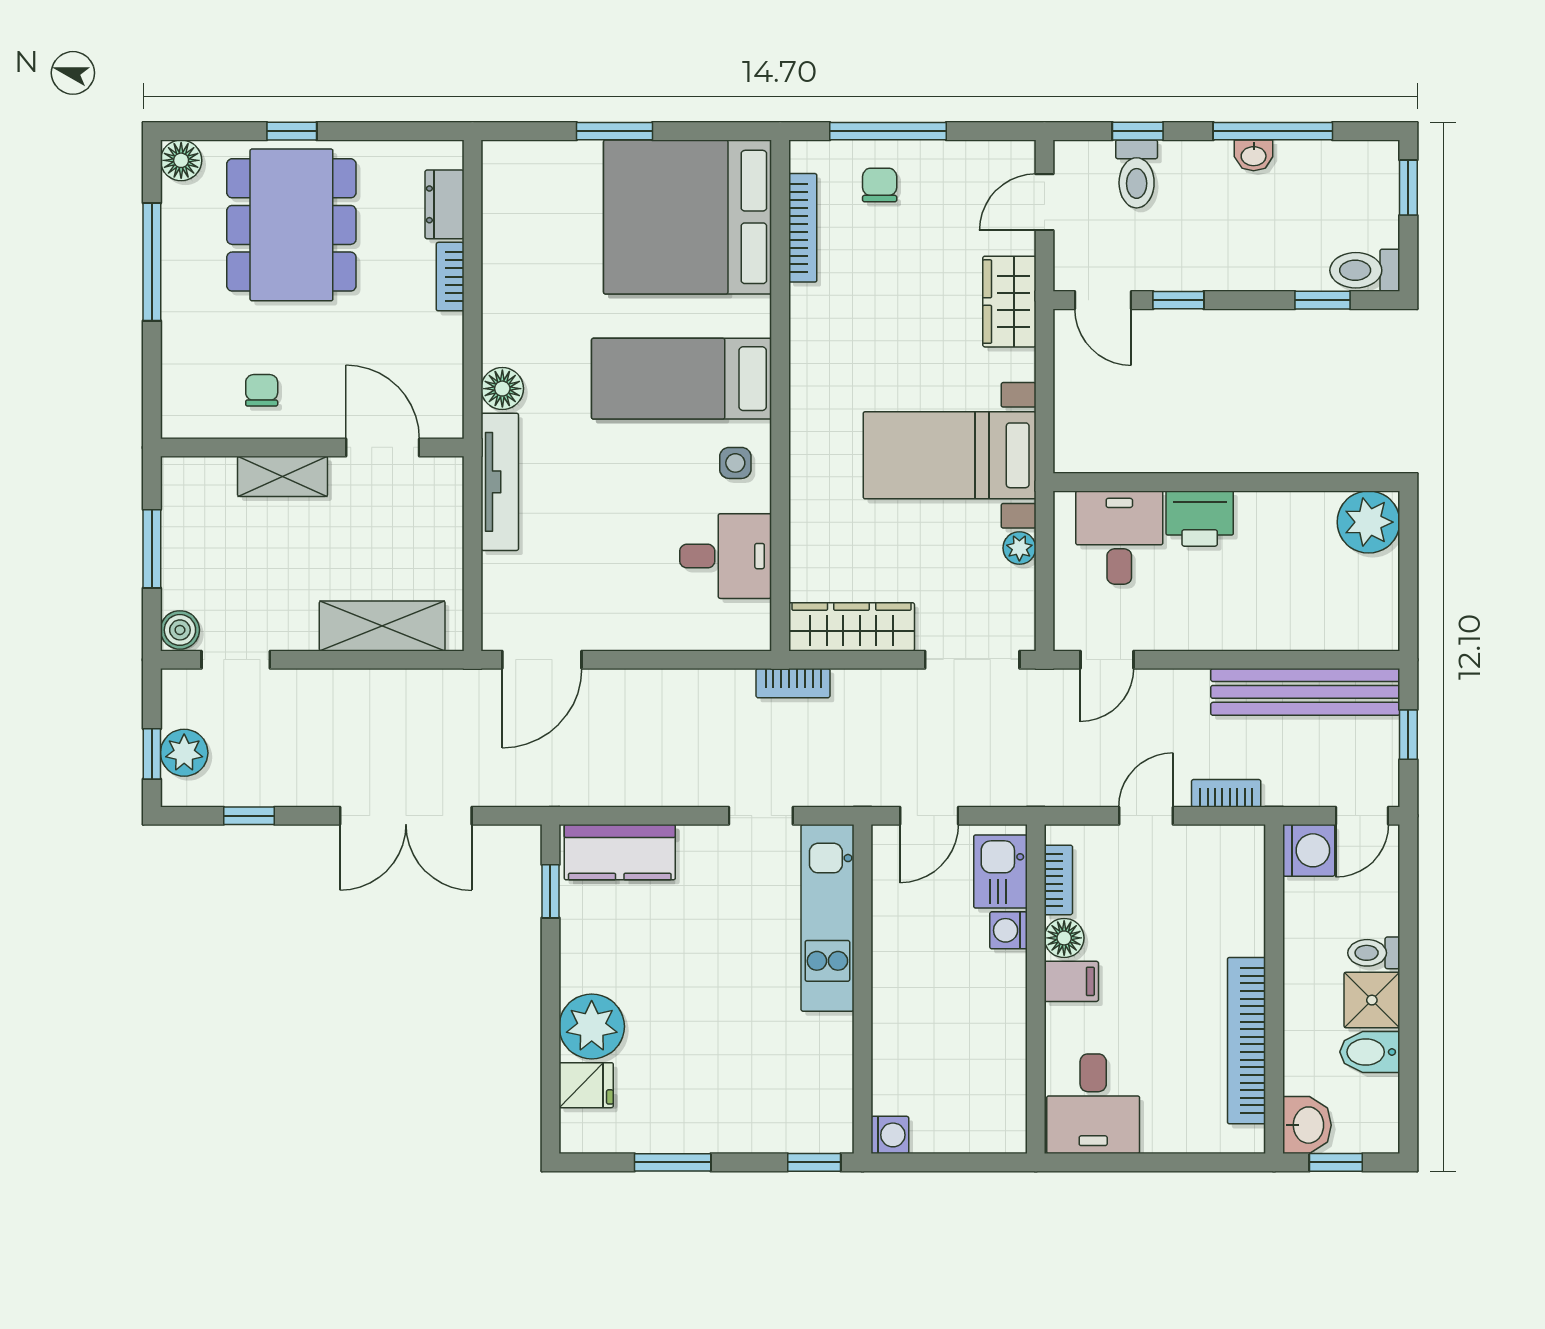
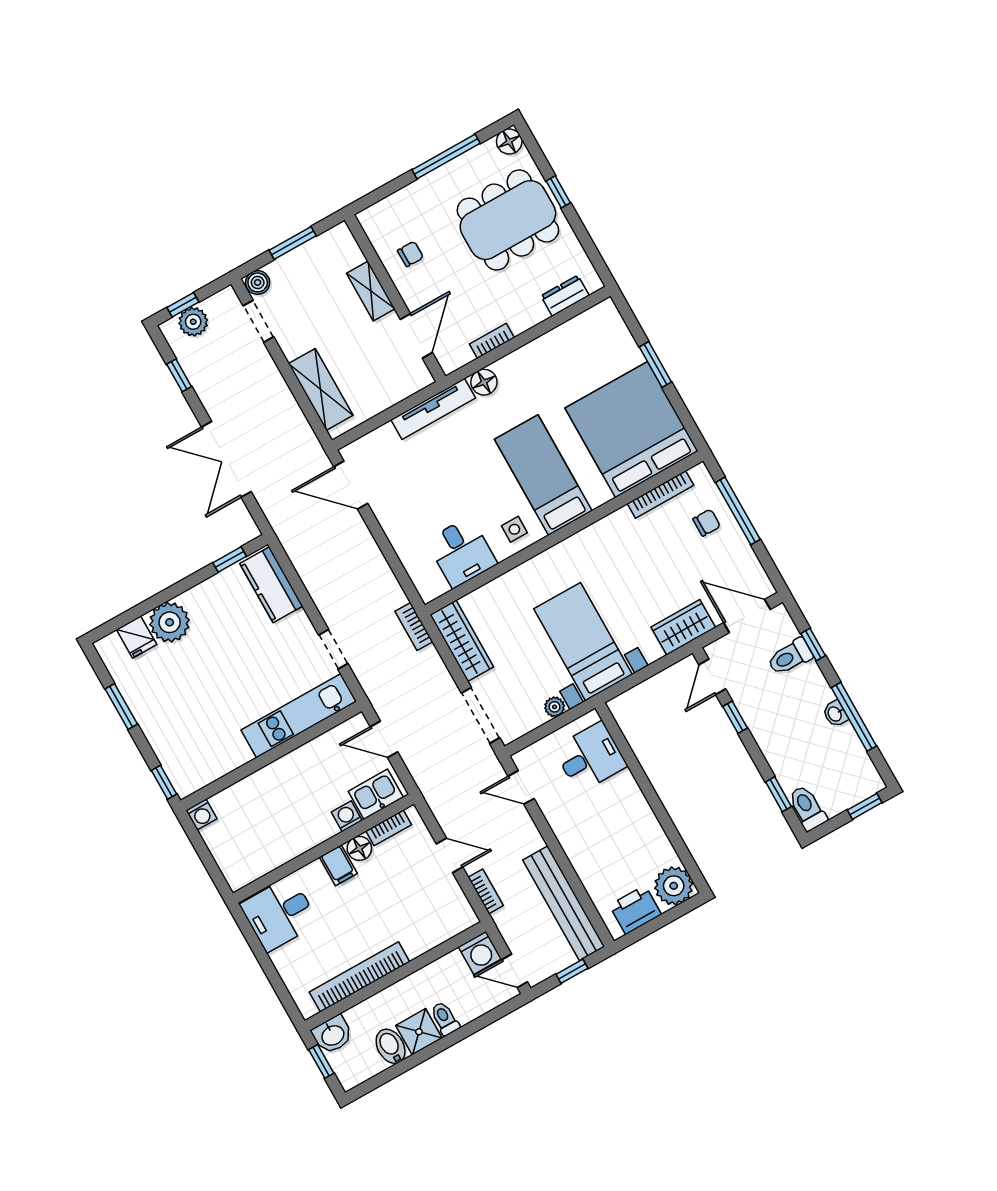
door: (1044, 202) -> (747, 616), width x1.38
bookcase: (450, 277) -> (492, 341), moved
printer: (1200, 519) -> (635, 910), moved, turned 90

